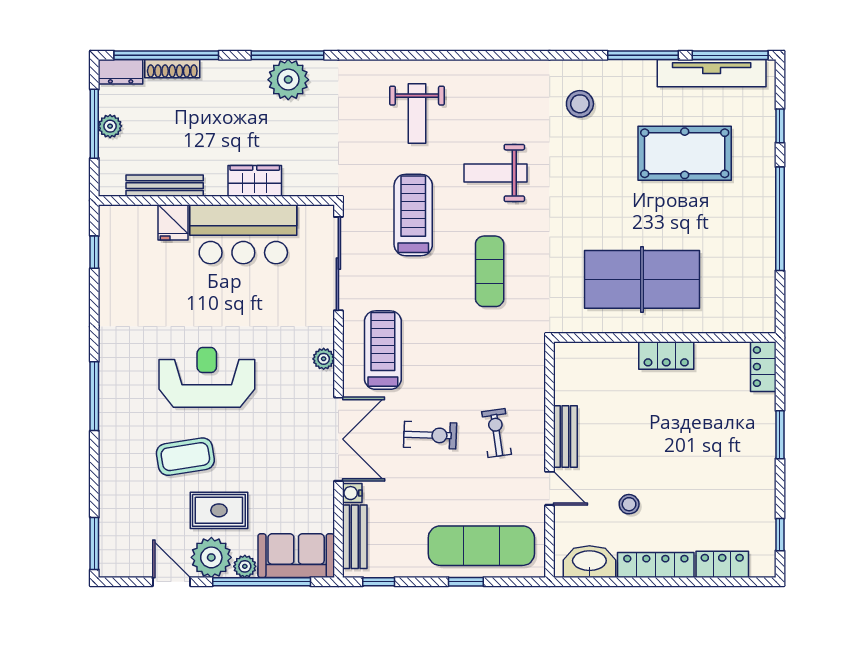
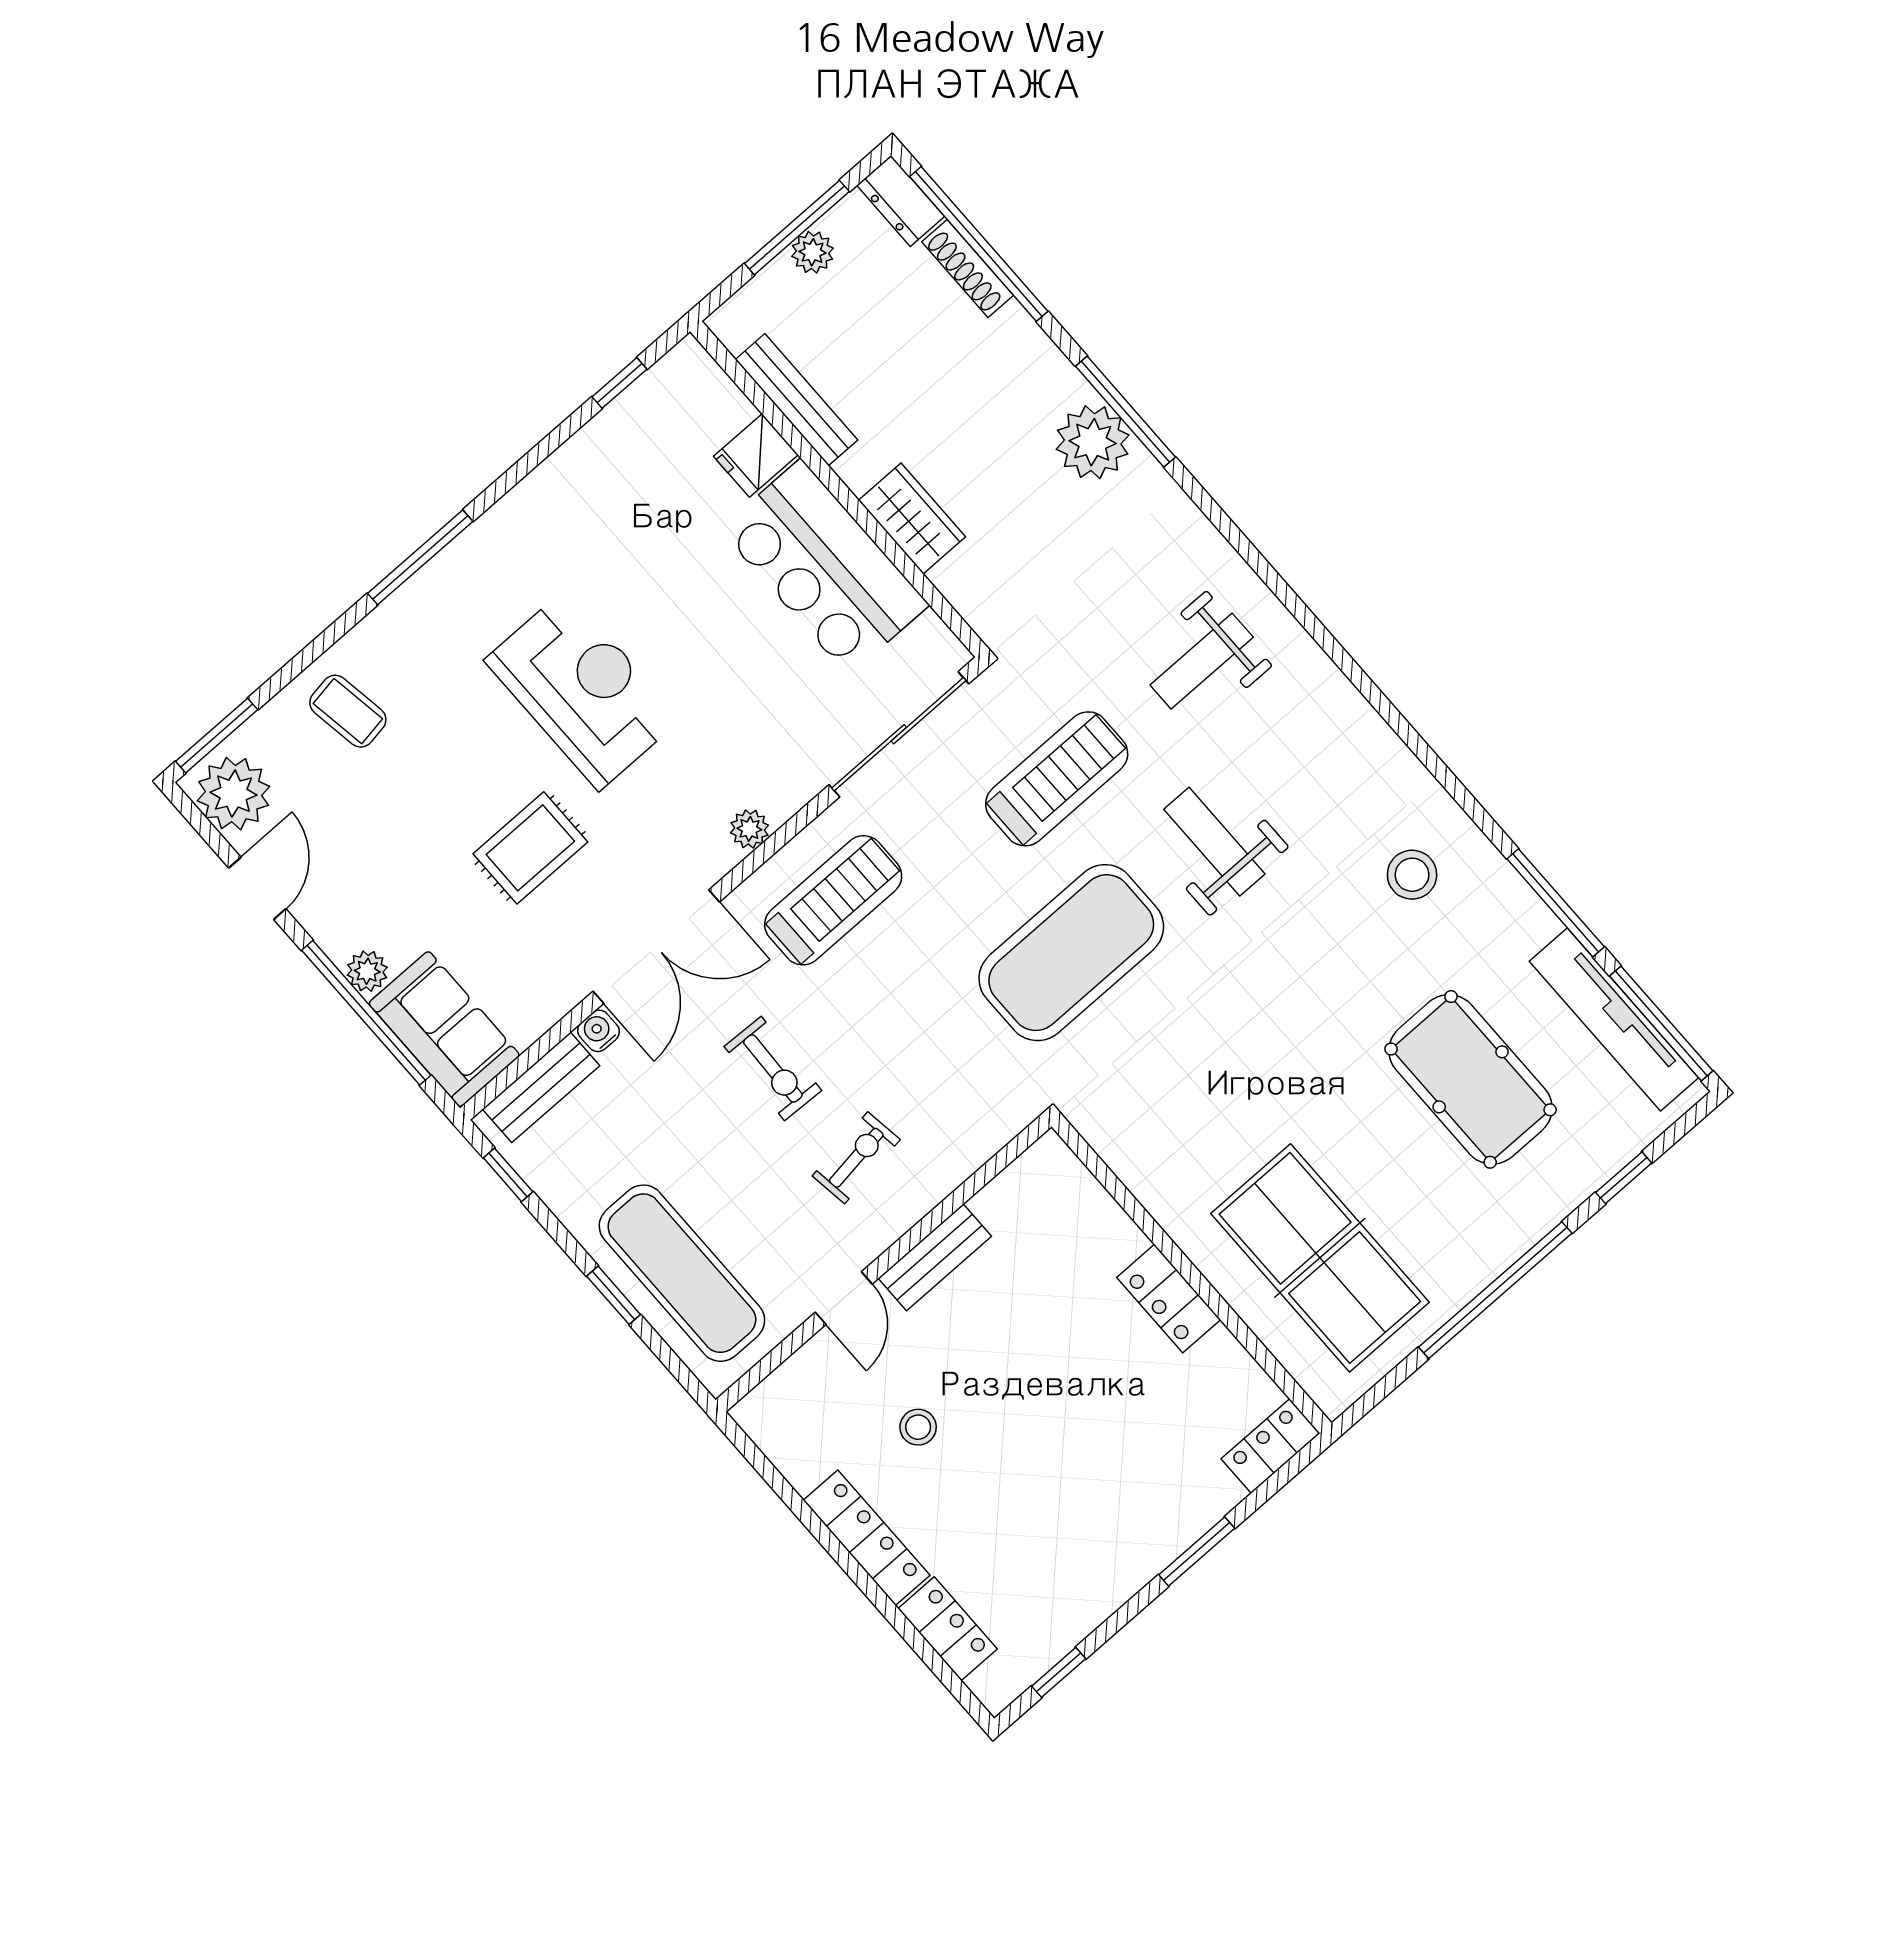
exercise mat: (490, 271) -> (1071, 953), width x2.00, depth x1.45
table tennis table: (642, 279) -> (1320, 1258), moved
coffee table: (185, 457) -> (348, 711), moved, width x0.73, depth x0.77
rug: (219, 510) -> (530, 848), moved, turned 90
plant: (211, 557) -> (234, 794), moved
washbasin: (589, 562) -> (791, 1442), removed

